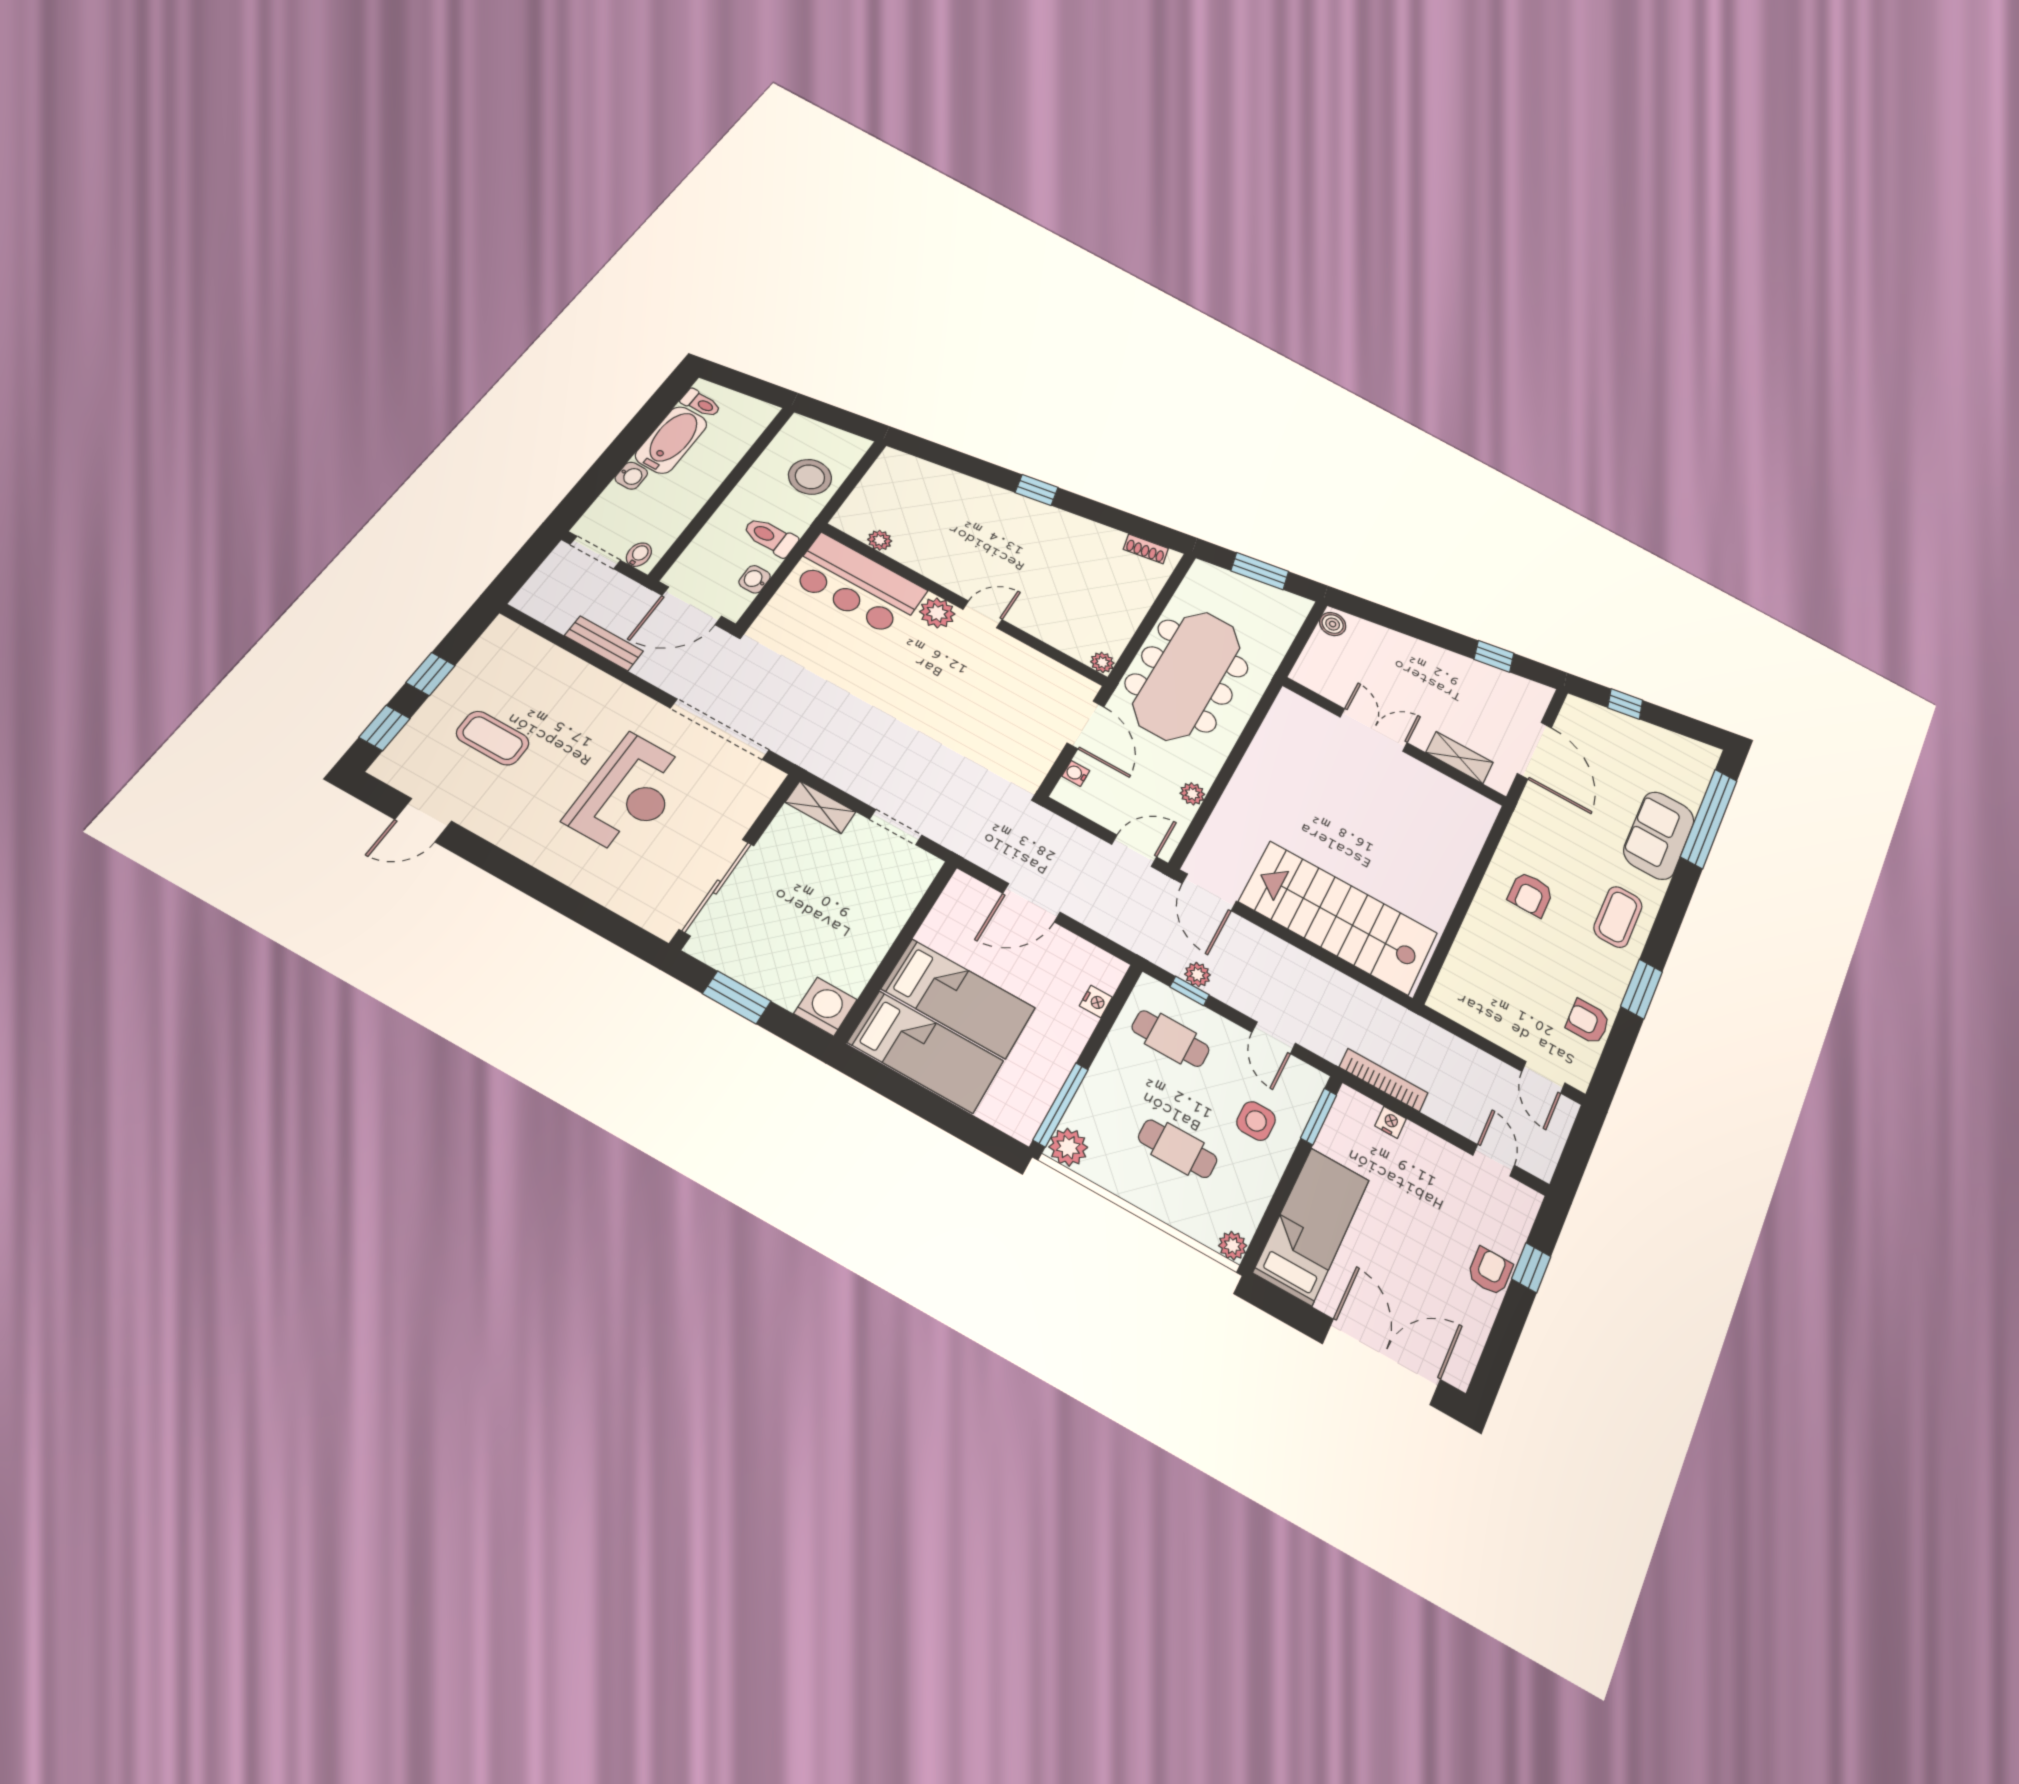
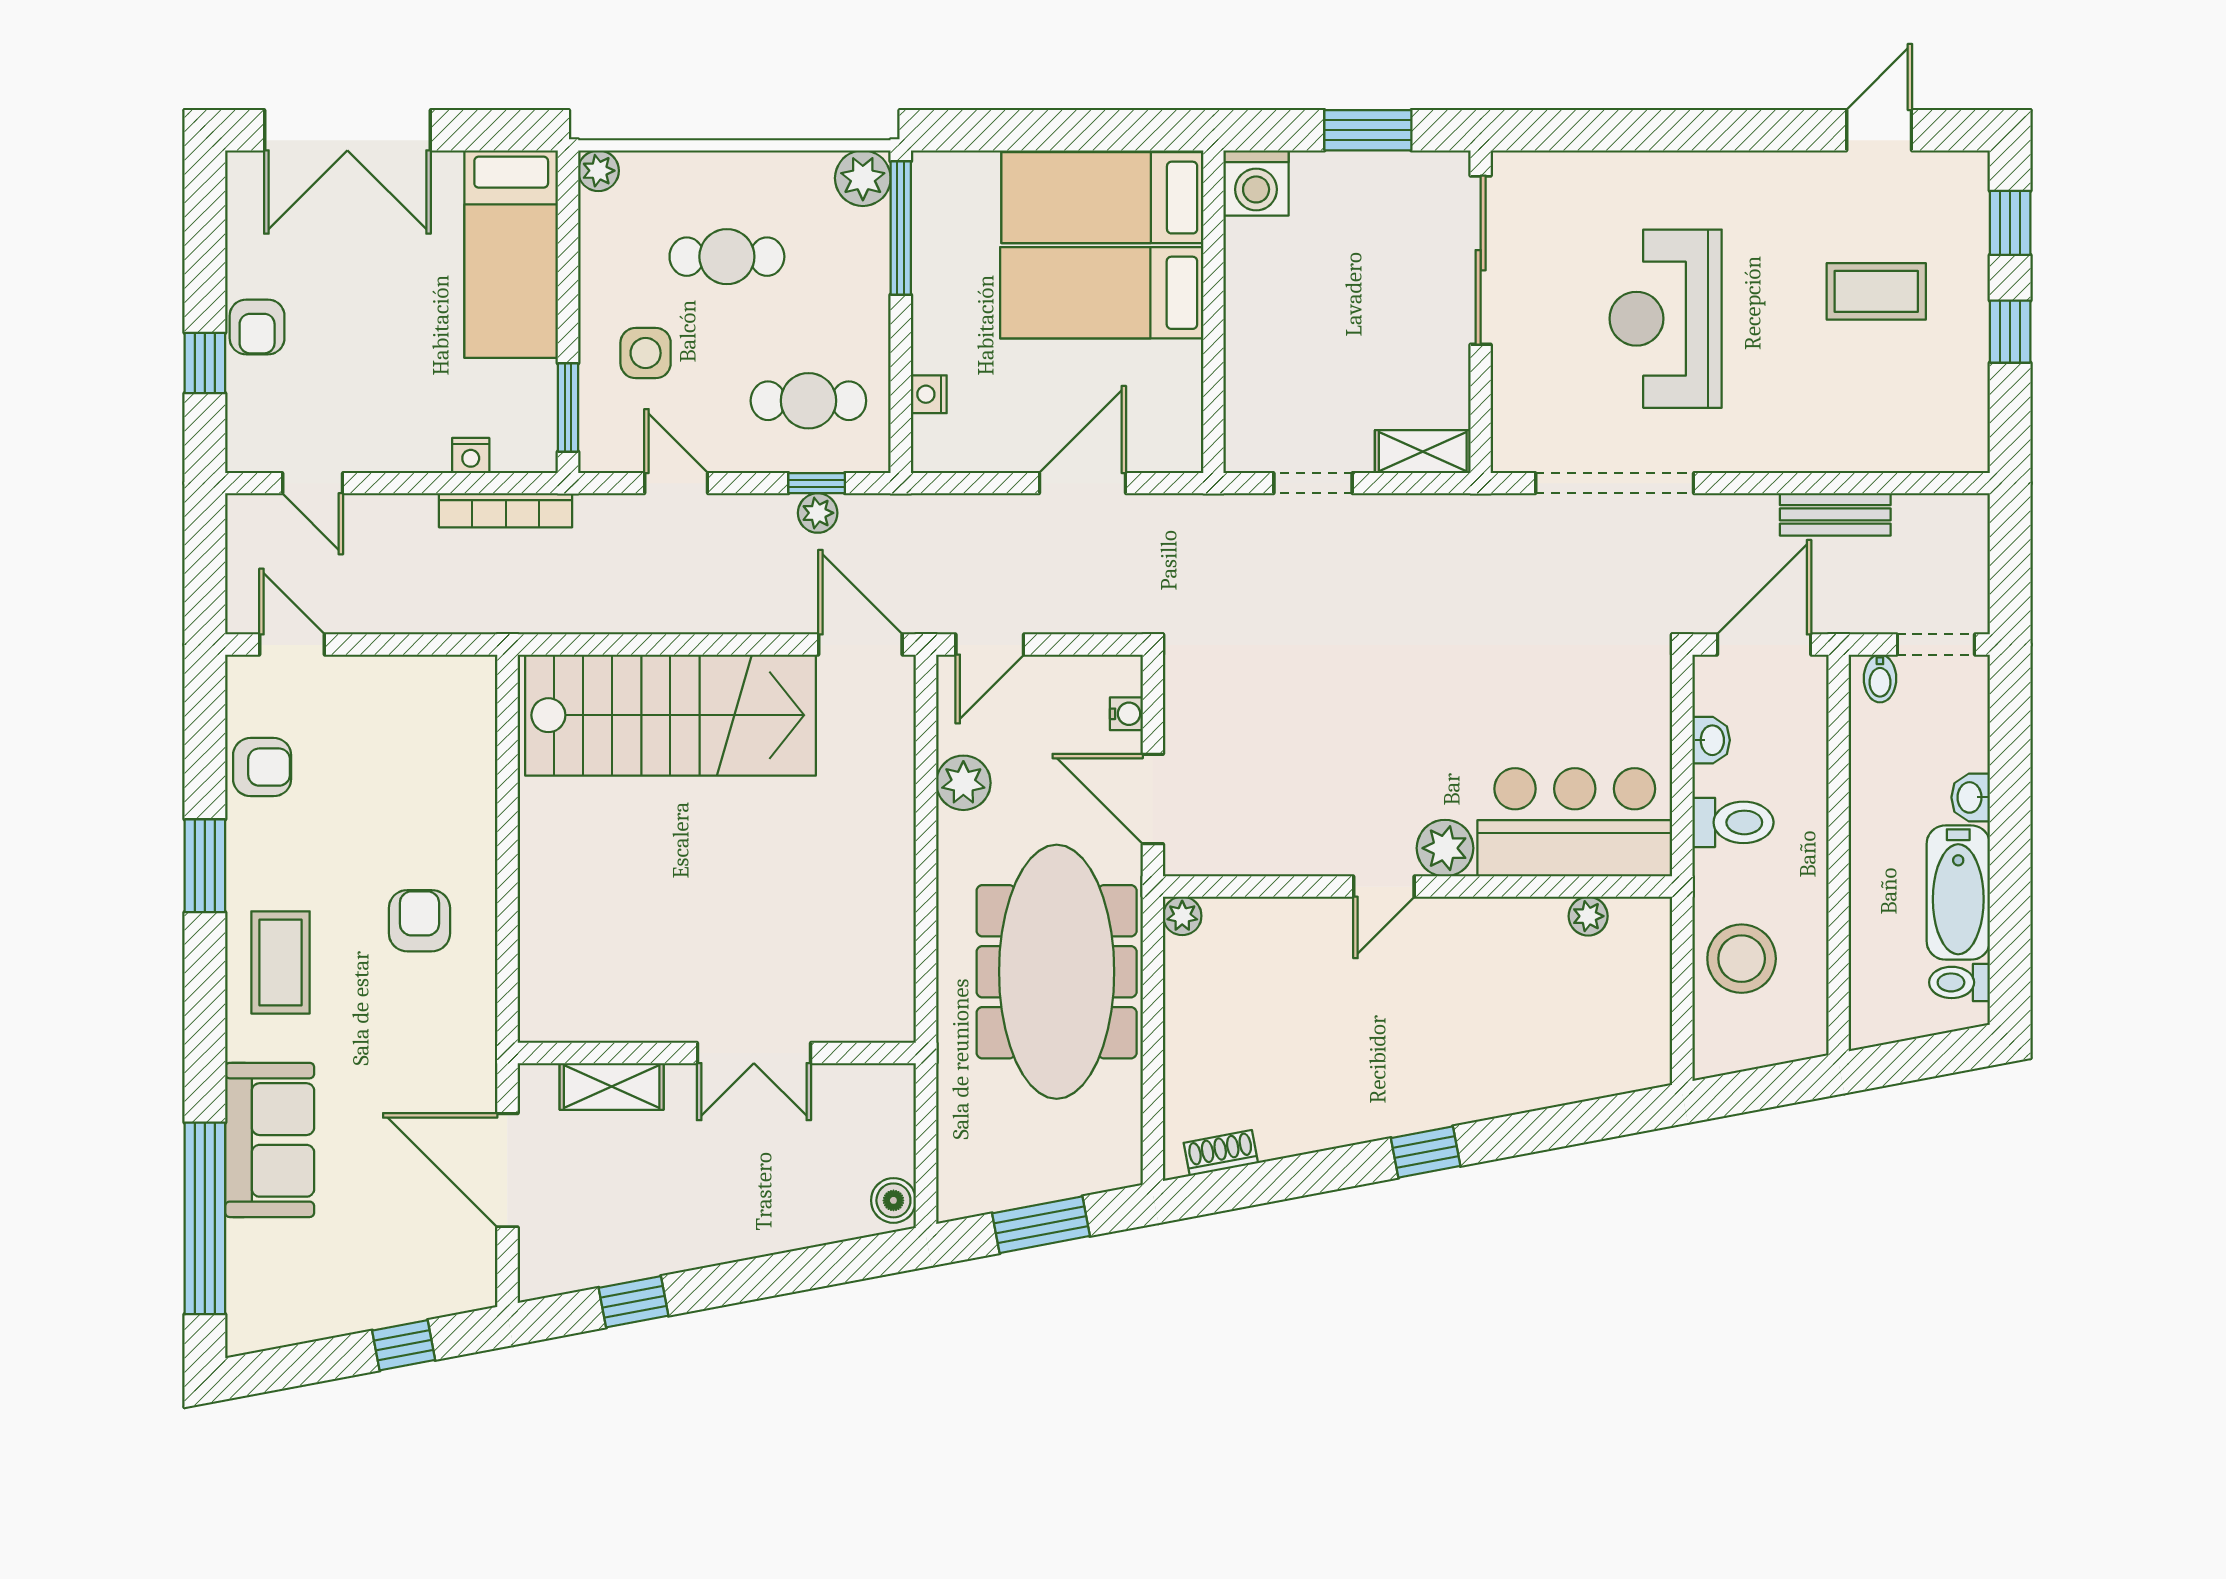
plant: (1192, 794) -> (963, 783), width x1.38, depth x1.38

